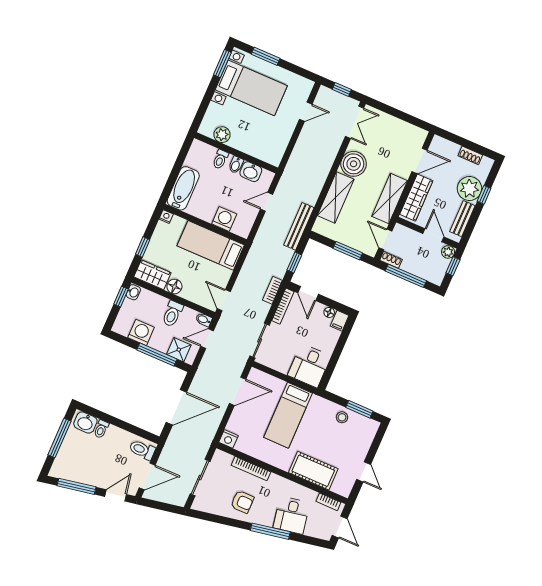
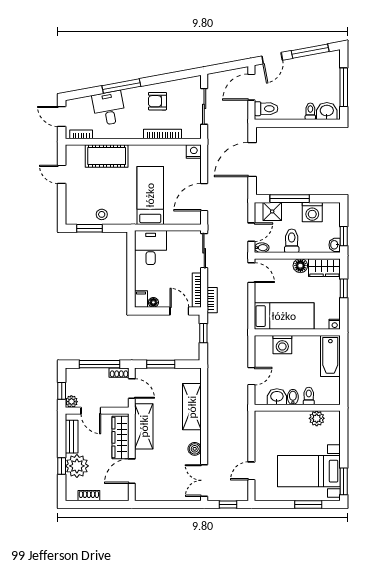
boiler: (354, 164) -> (195, 449), width x0.54, depth x0.54
bench: (299, 226) -> (213, 367), removed

